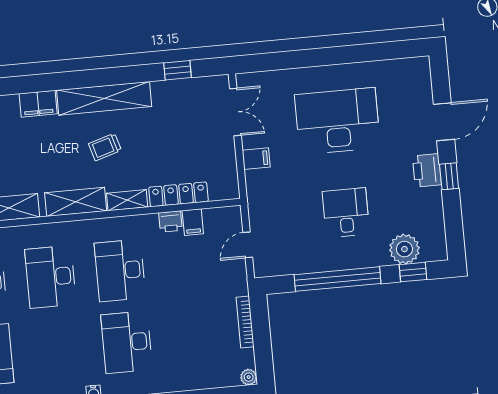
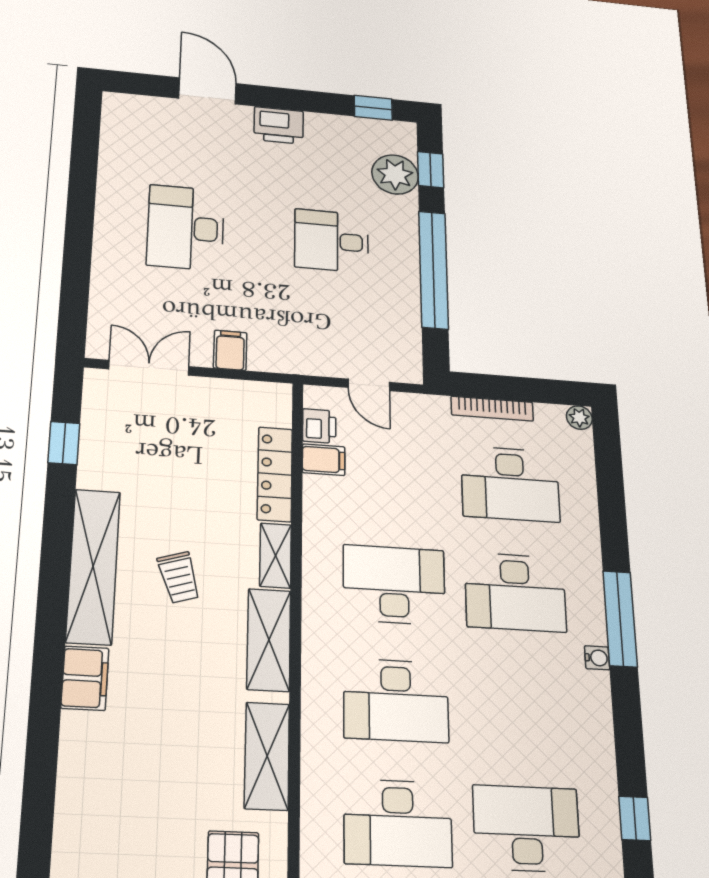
desk: (337, 121) -> (186, 228), width x0.73, depth x0.77
window: (449, 176) -> (373, 108), moved
printer: (170, 221) -> (319, 426), moved
desk: (120, 270) -> (394, 585), turned 180
desk: (196, 336) -> (510, 484), added

